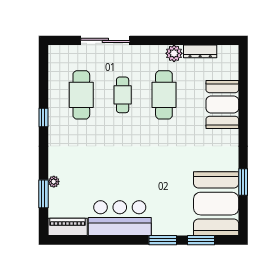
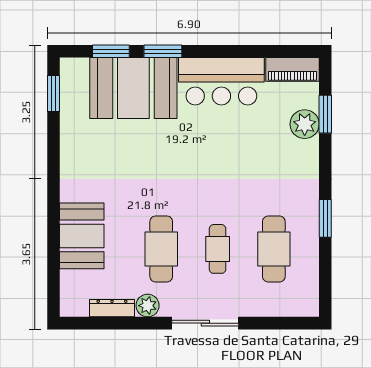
sliding door: (105, 40) -> (205, 323), moved
window: (43, 117) -> (325, 218), width x1.50
plant: (54, 182) -> (305, 124), width x1.88, depth x1.88
window: (243, 182) -> (53, 93), moved
booth: (216, 204) -> (133, 88), moved, turned 90

